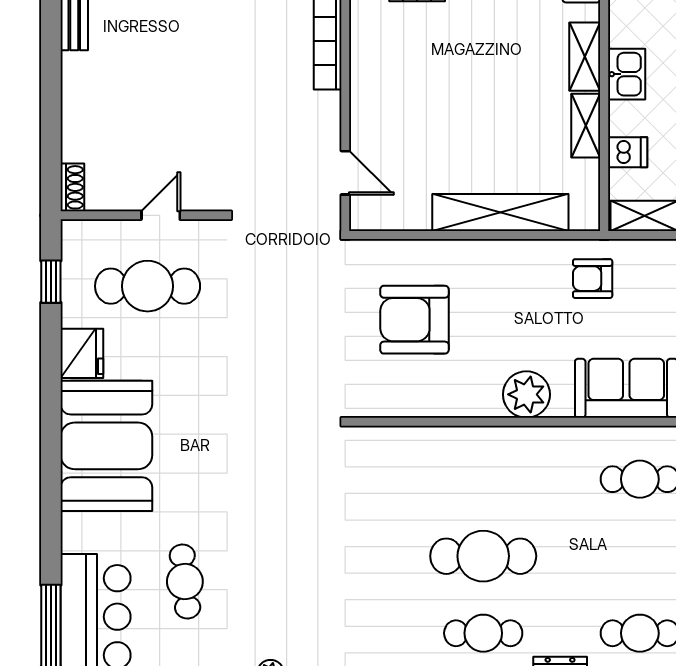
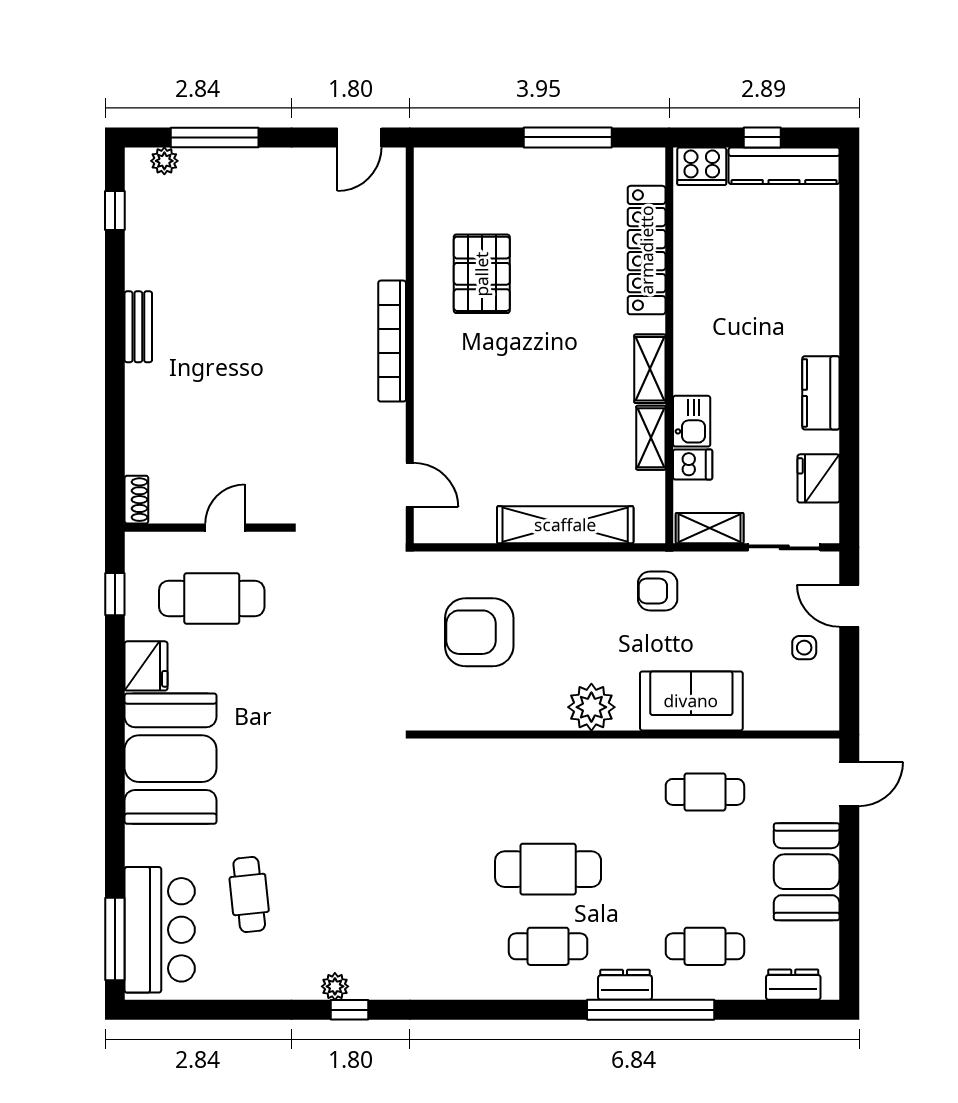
kitchen sink: (627, 74) -> (692, 421), moved

